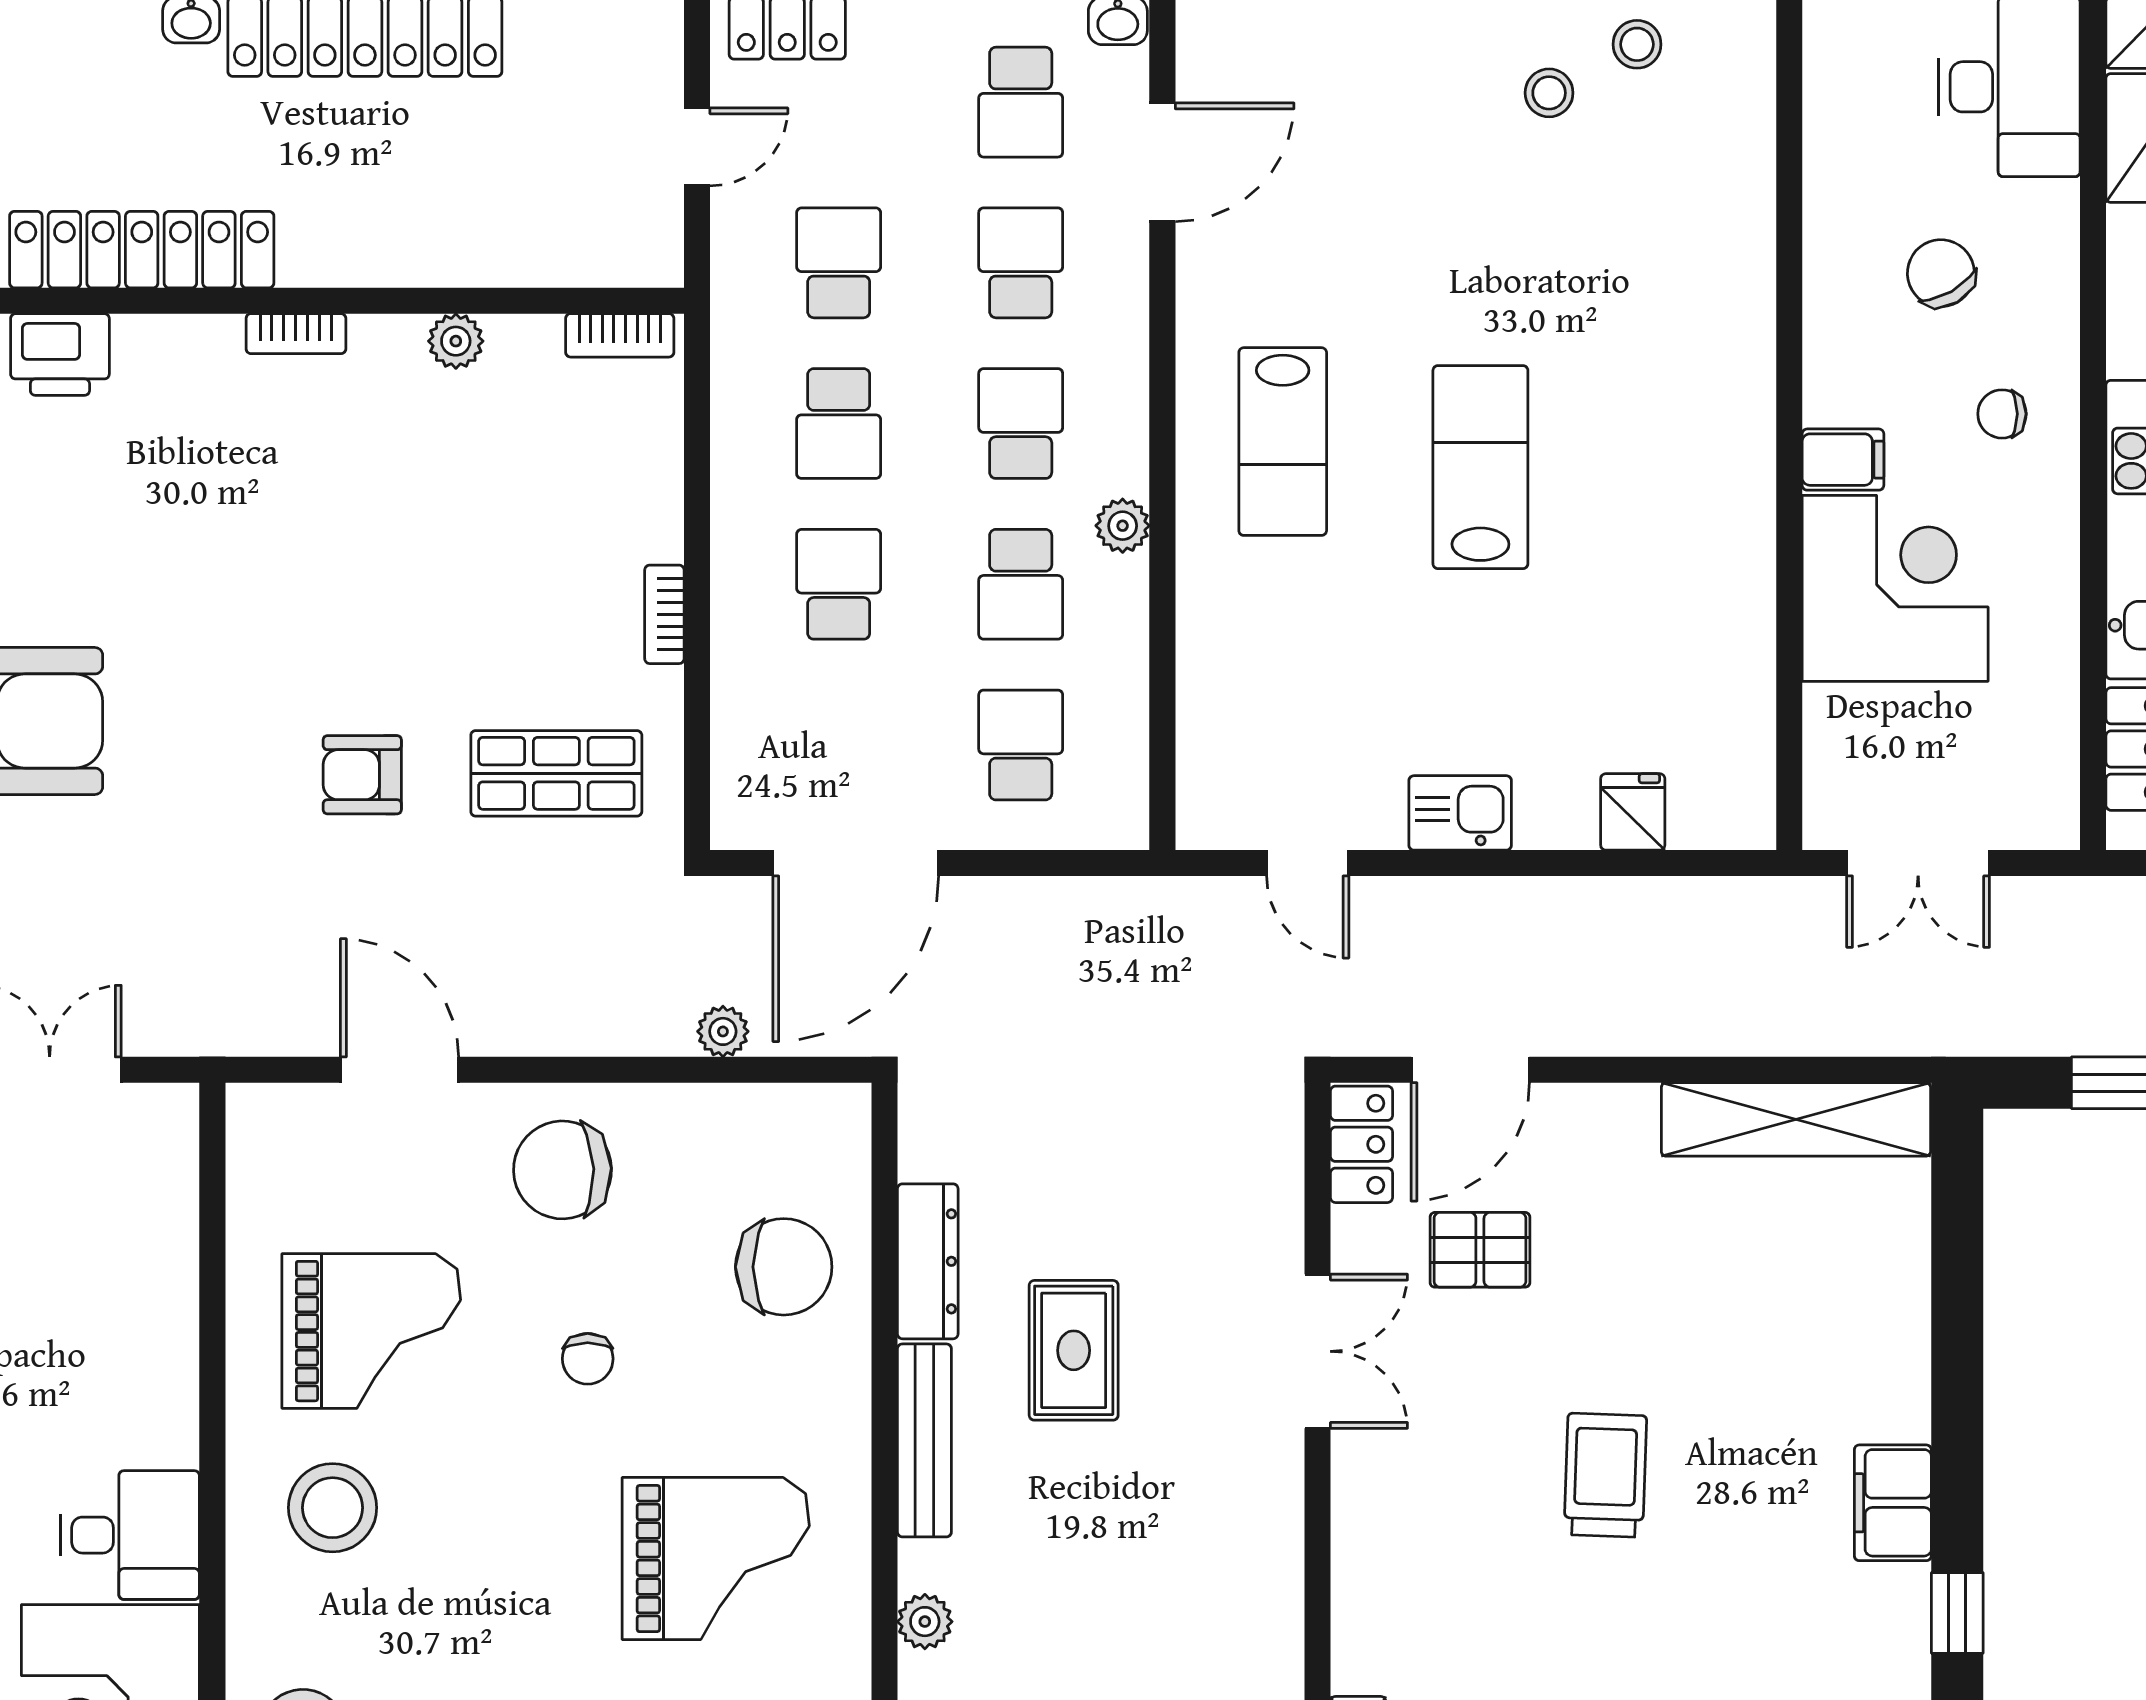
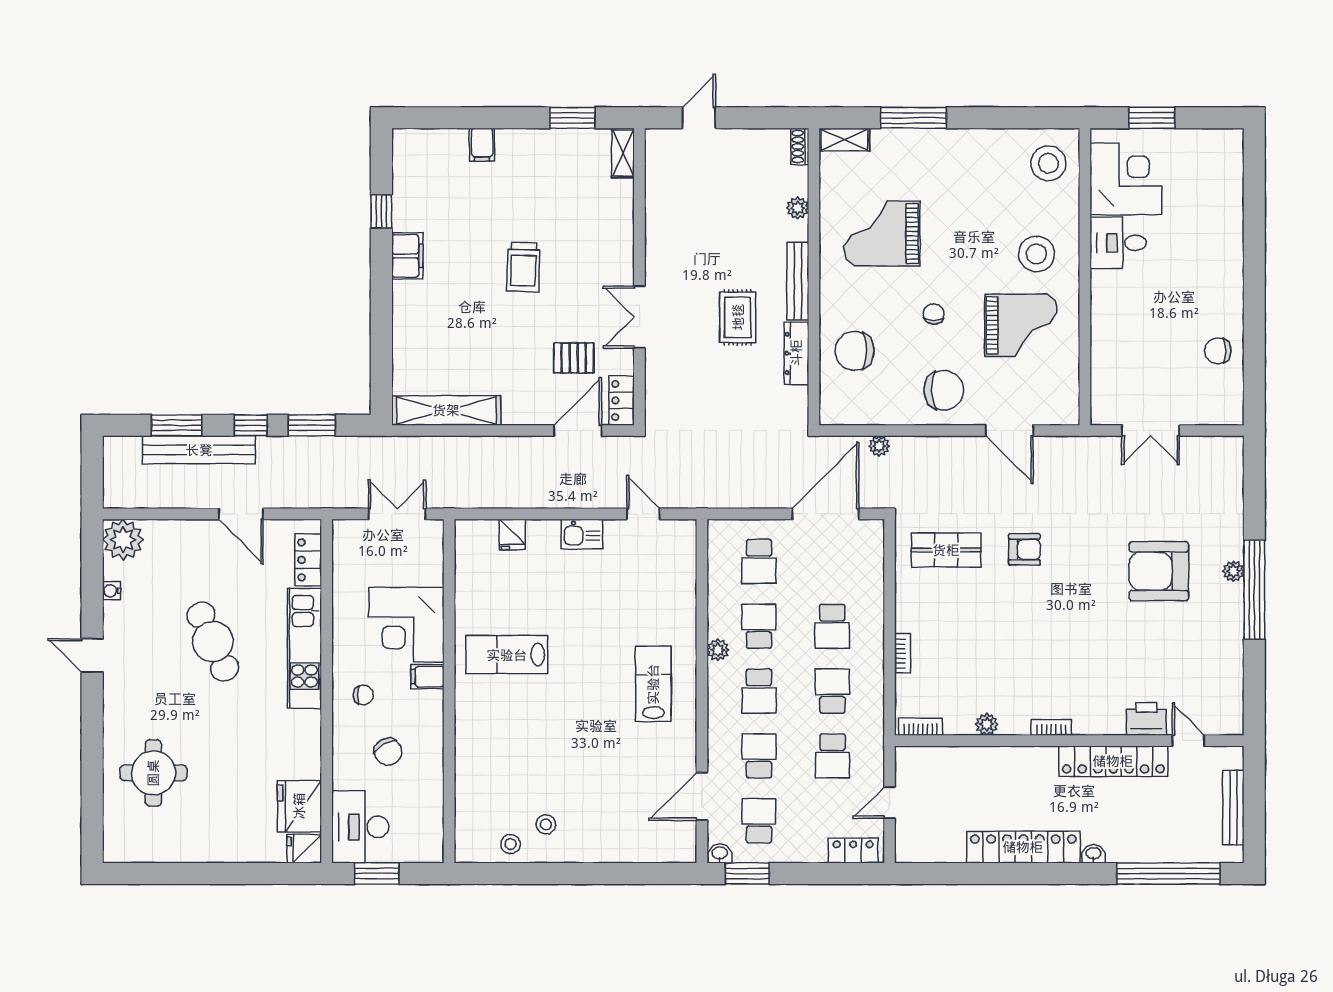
school desk: (1021, 263) -> (759, 756), turned 180
lab bench: (1480, 467) -> (507, 655), moved, turned 90
bookcase: (664, 614) -> (903, 653), moved
grand piano: (371, 1331) -> (1021, 325), turned 180

